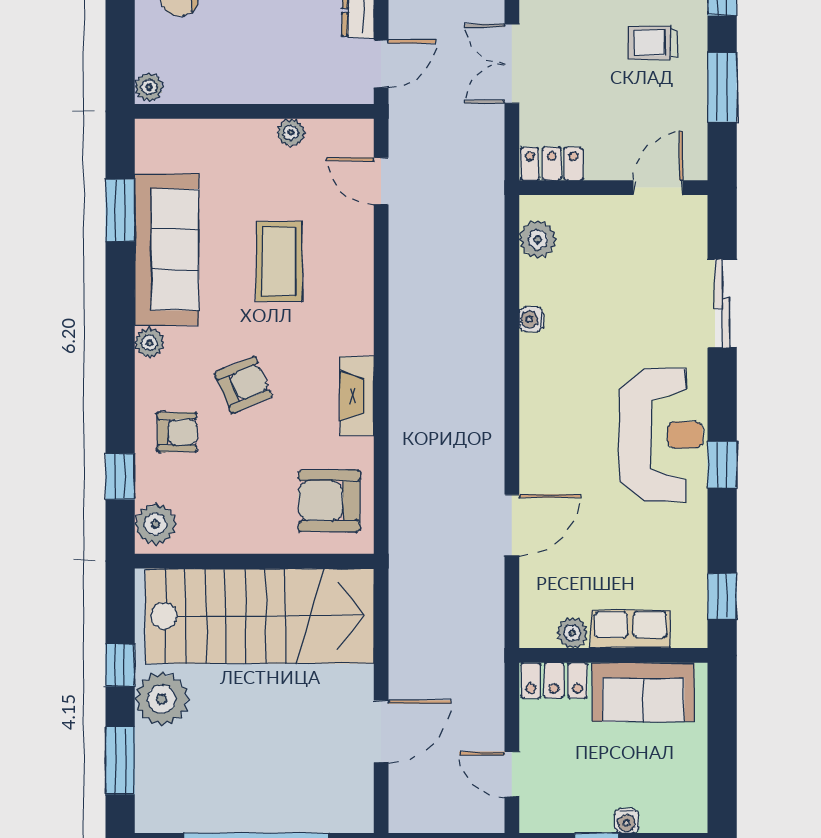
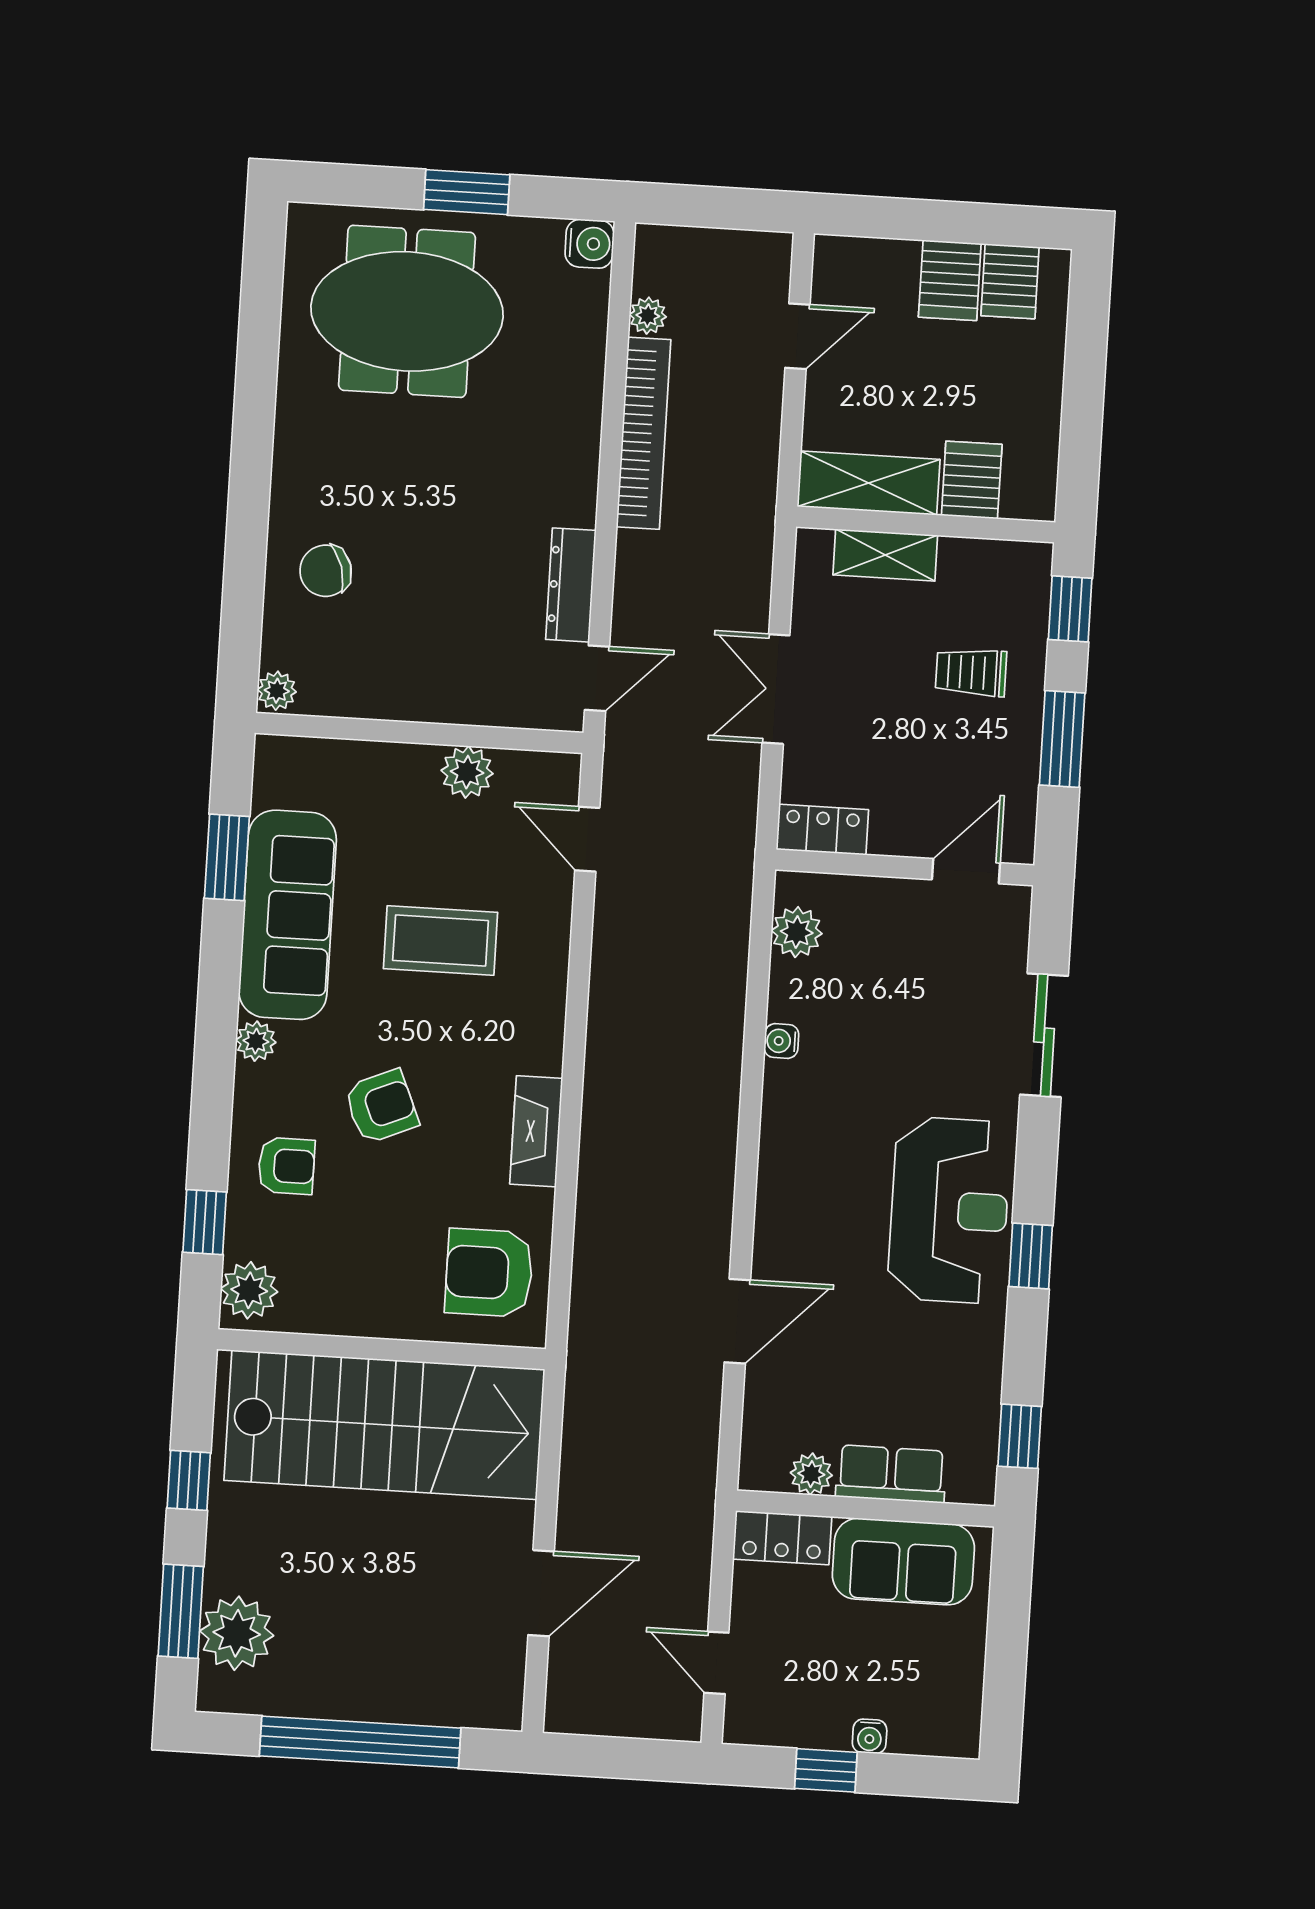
plant: (291, 133) -> (467, 772), width x1.38, depth x1.38
coffee table: (279, 261) -> (441, 941), turned 90
plant: (162, 699) -> (237, 1633), moved

